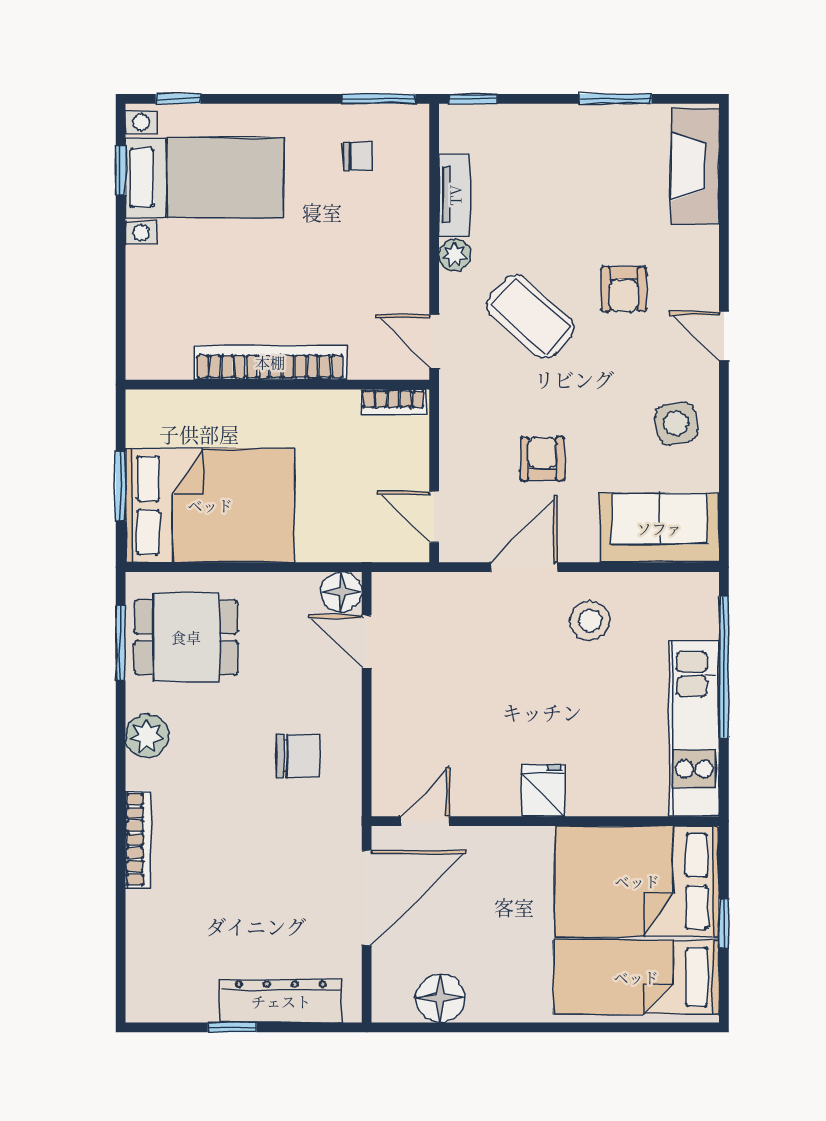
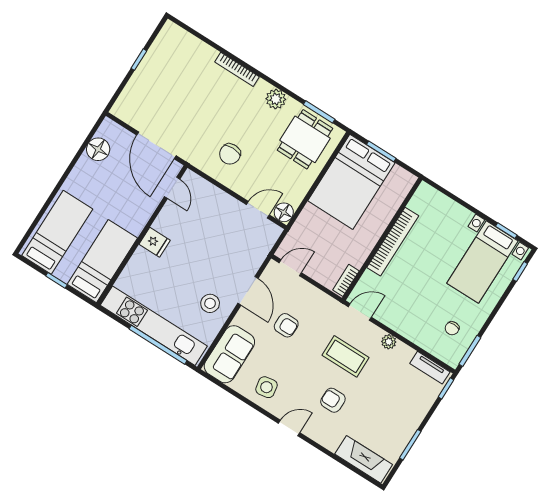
tv unit: (455, 195) -> (430, 368), moved
coffee table: (531, 316) -> (345, 356), turned 48
kitchen unit: (694, 729) -> (154, 326), width x1.36
bed: (637, 881) -> (102, 261), width x0.67
dresser: (281, 1001) -> (137, 85), removed

